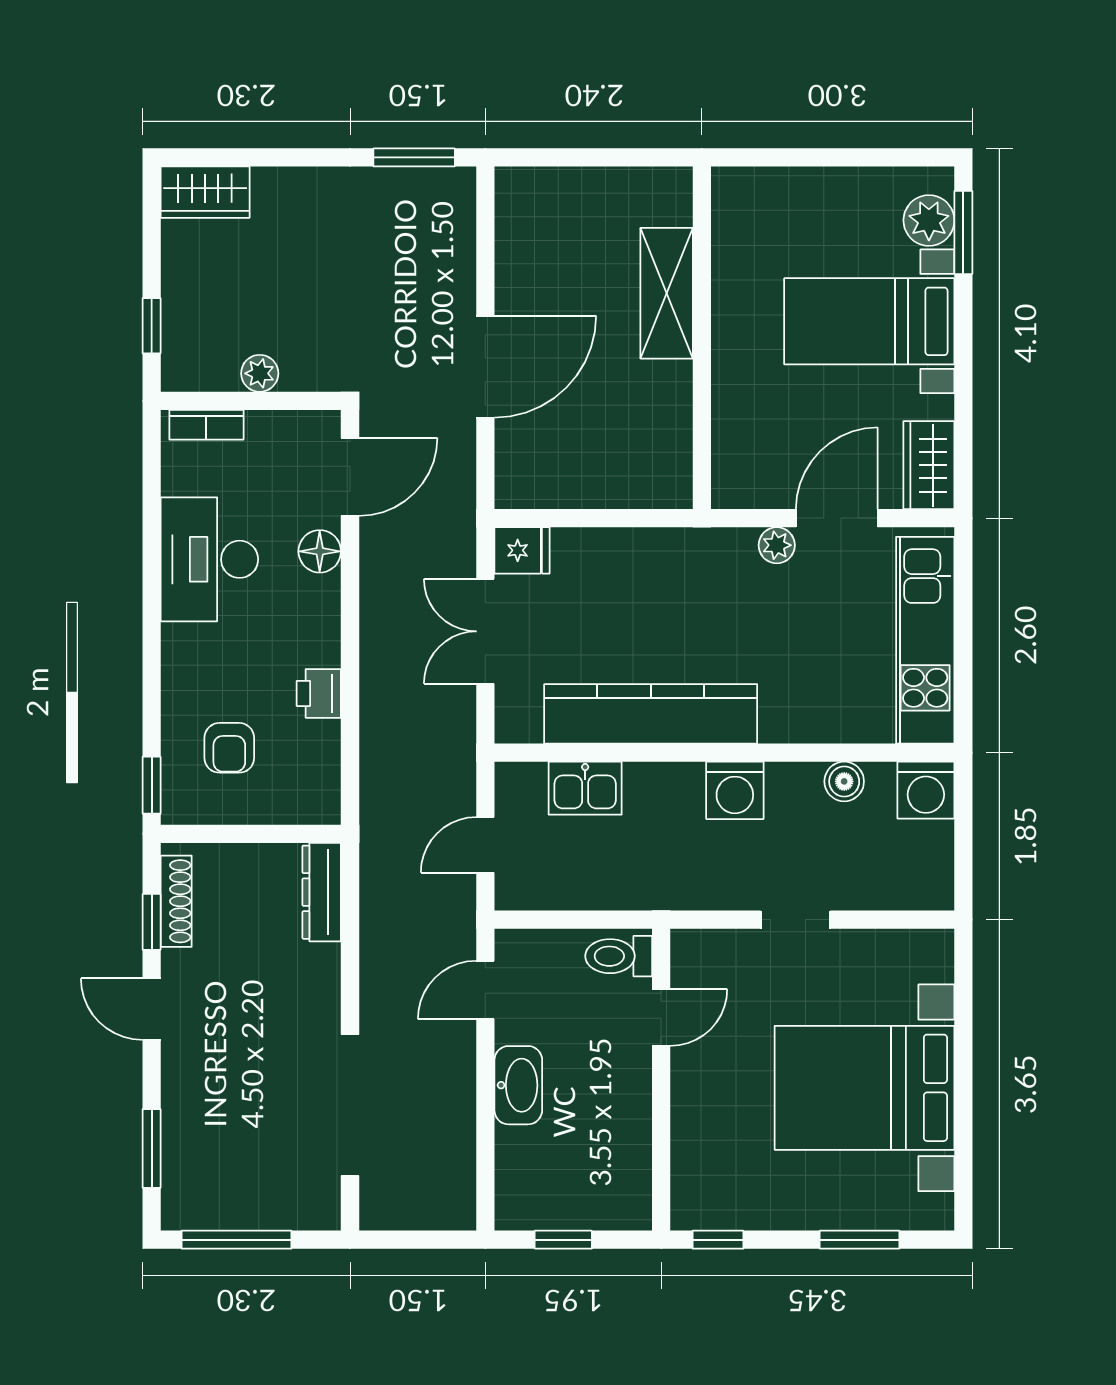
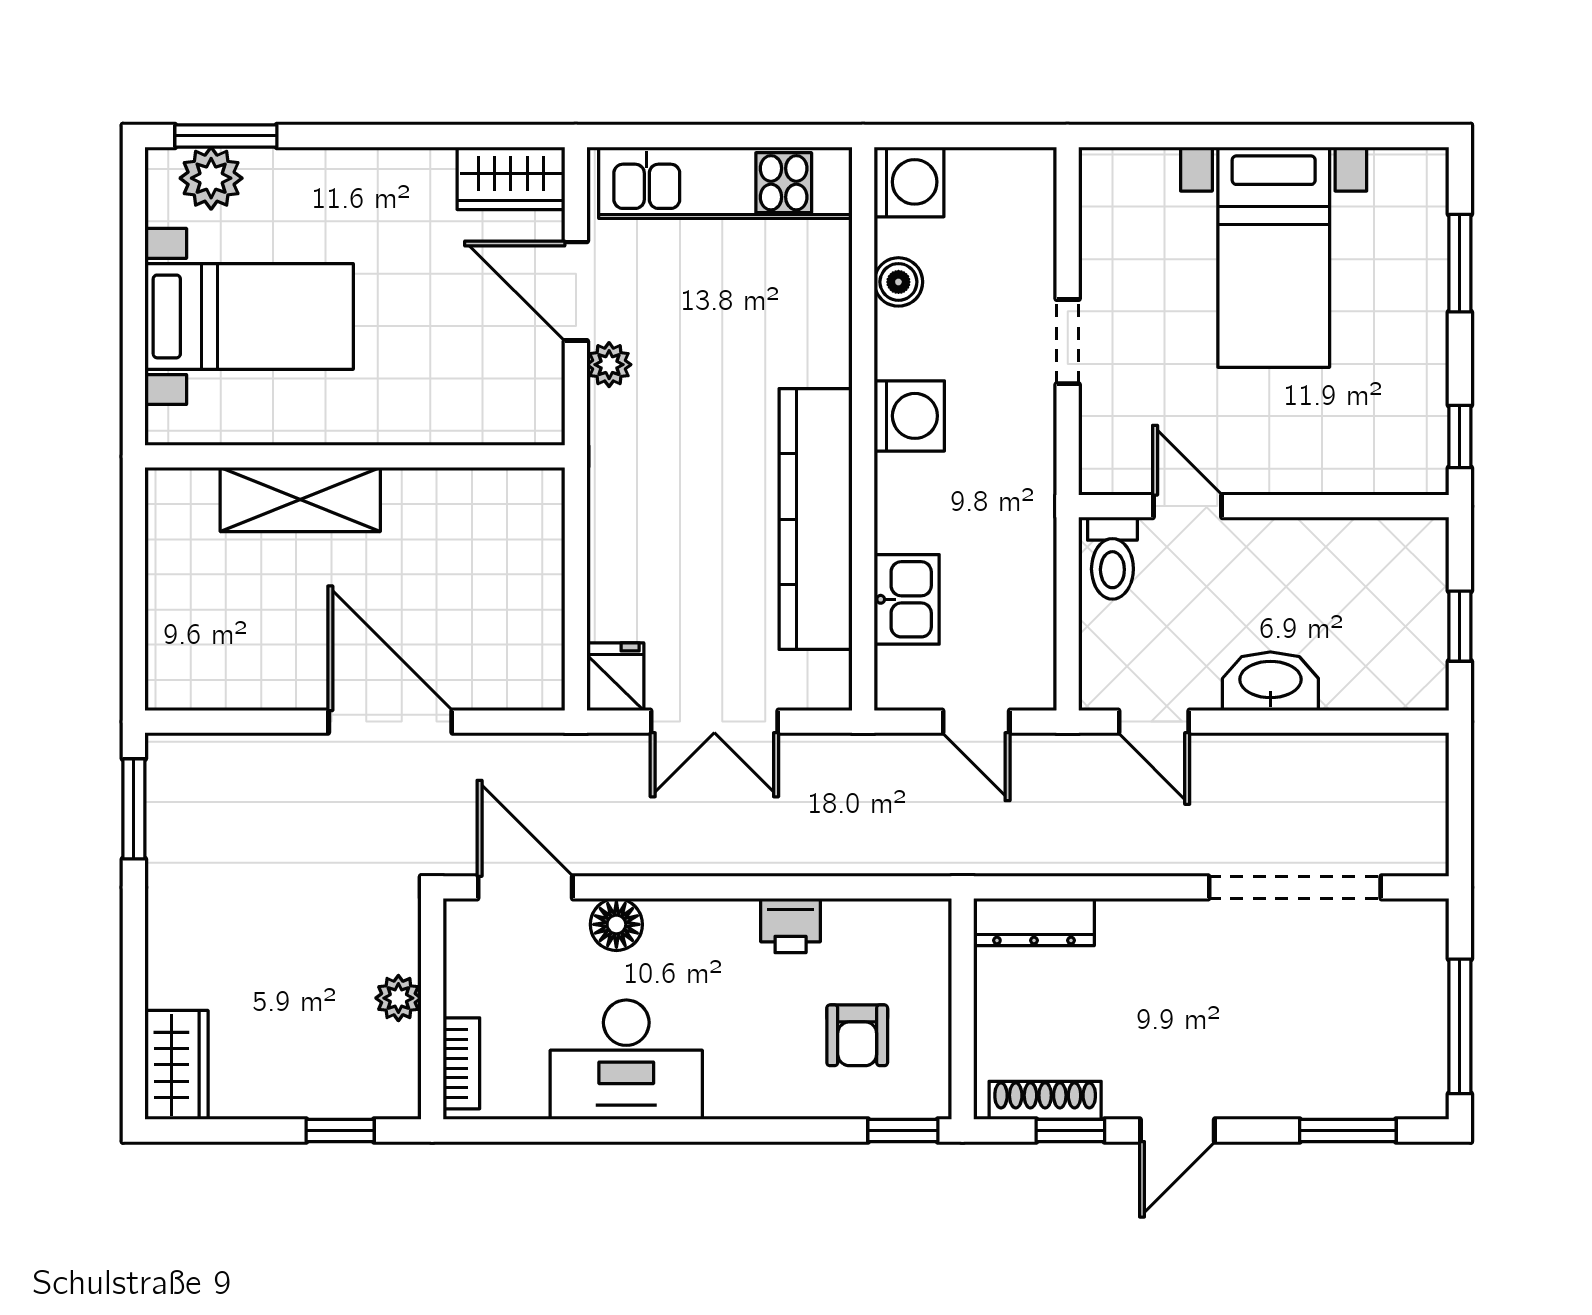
bed with nightstands: (869, 321) -> (249, 316), moved, turned -90
armchair: (229, 748) -> (857, 1035), turned 90
bed with nightstands: (864, 1088) -> (1274, 257), width x0.73

